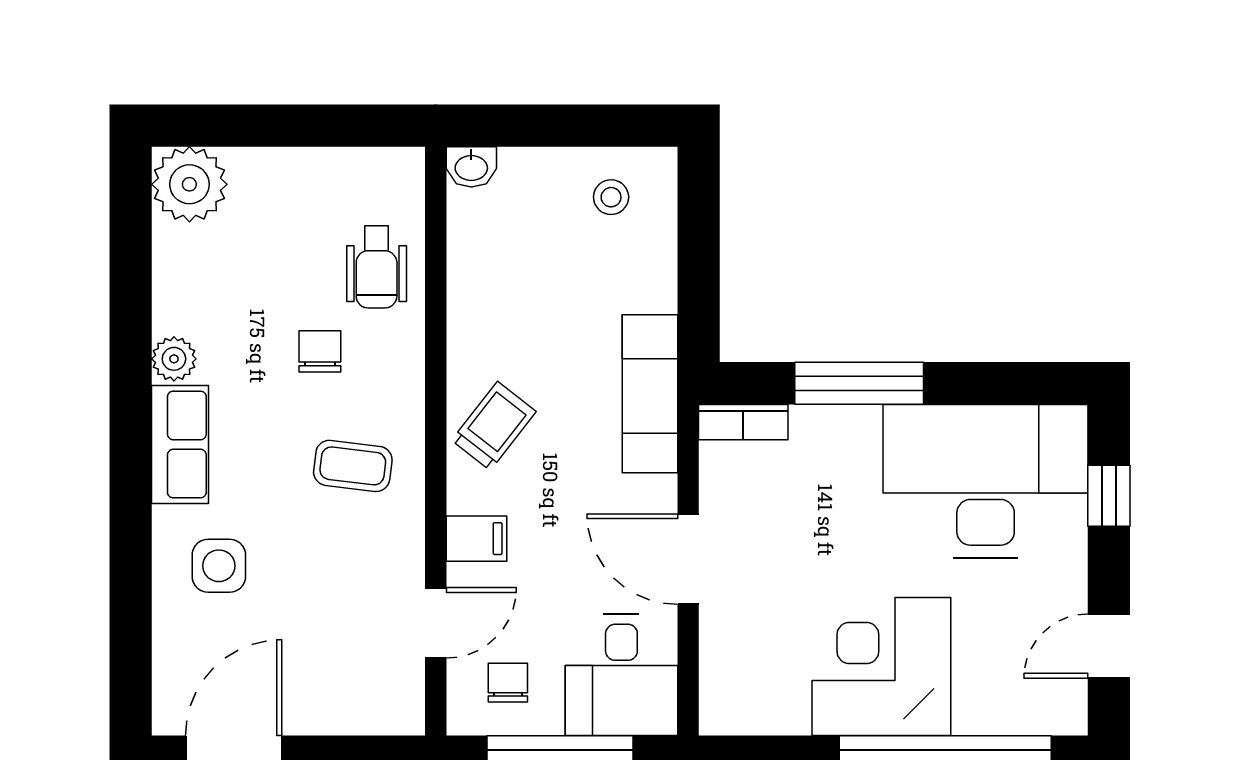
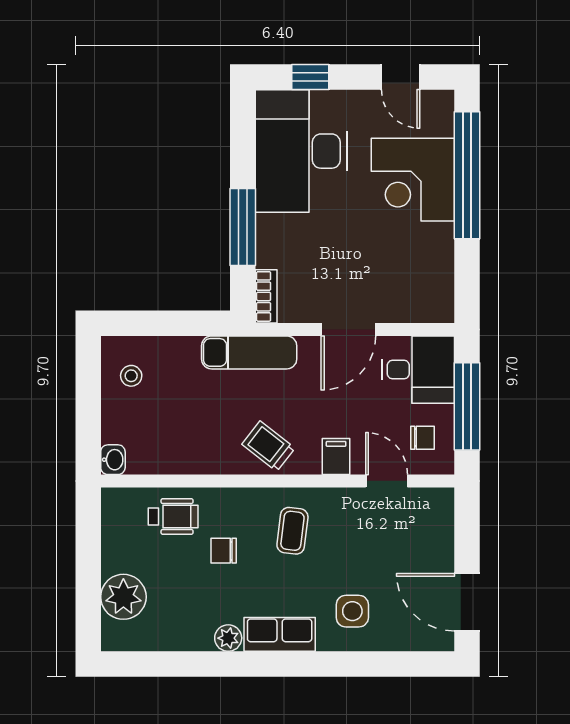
plant: (189, 184) -> (123, 597), moved
corner desk: (881, 666) -> (413, 180), moved
chair: (508, 683) -> (422, 438), turned 180

